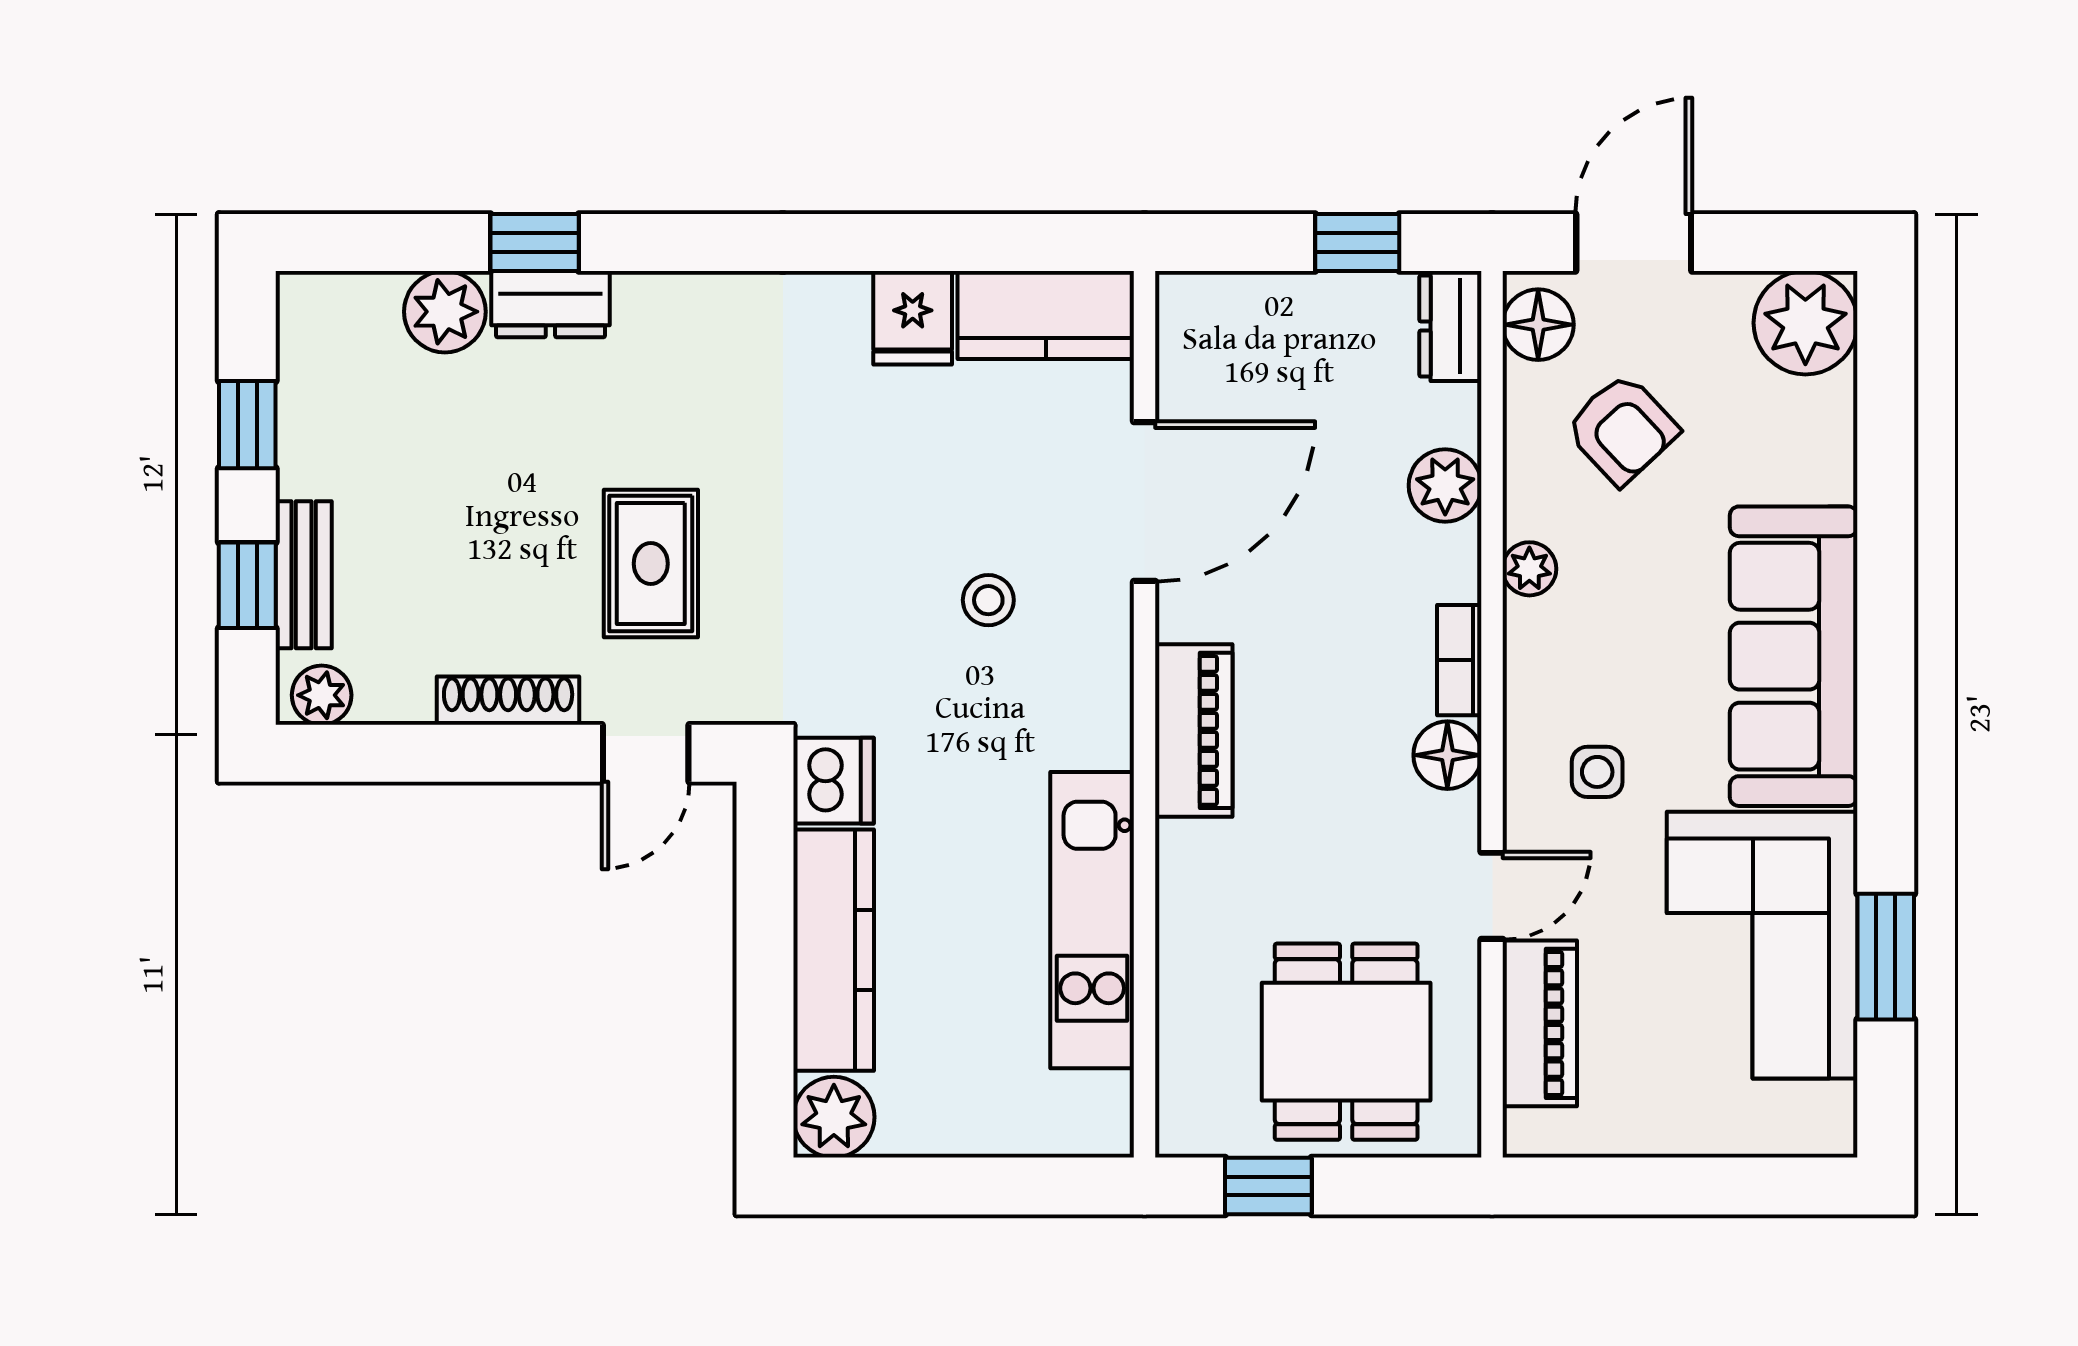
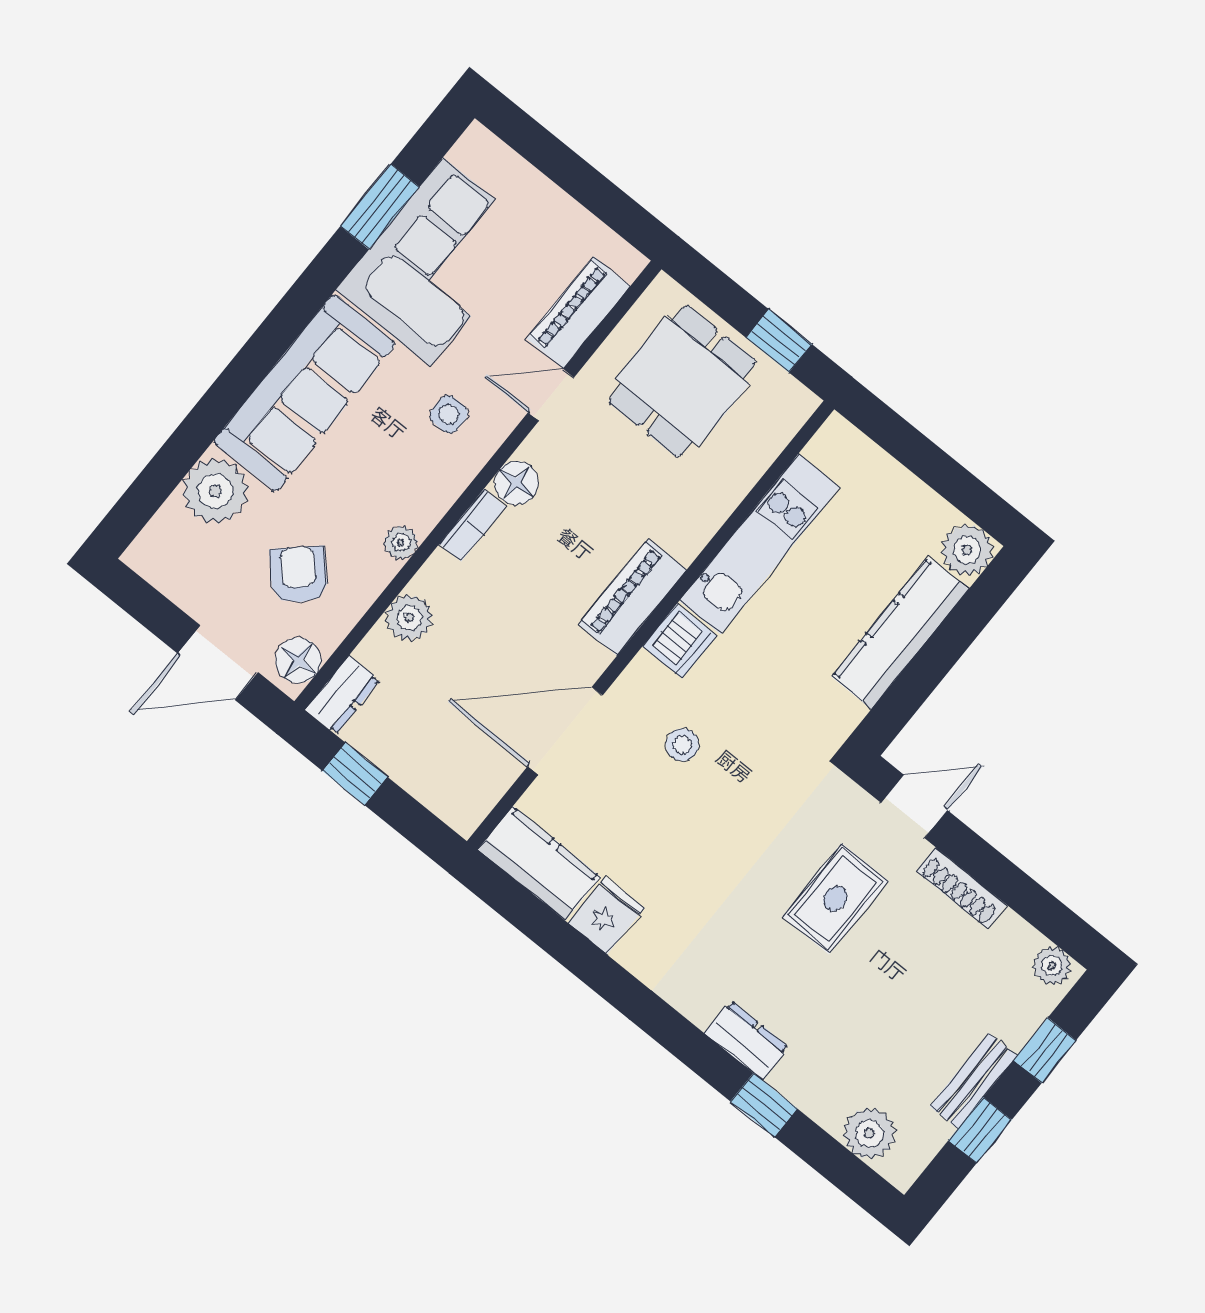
dresser: (550, 304) -> (747, 1040), moved
plant: (445, 312) -> (869, 1133), moved
plant: (1805, 323) -> (215, 491), moved
bench: (304, 575) -> (973, 1081), moved
dishwasher: (834, 781) -> (680, 641), moved, turned 180

